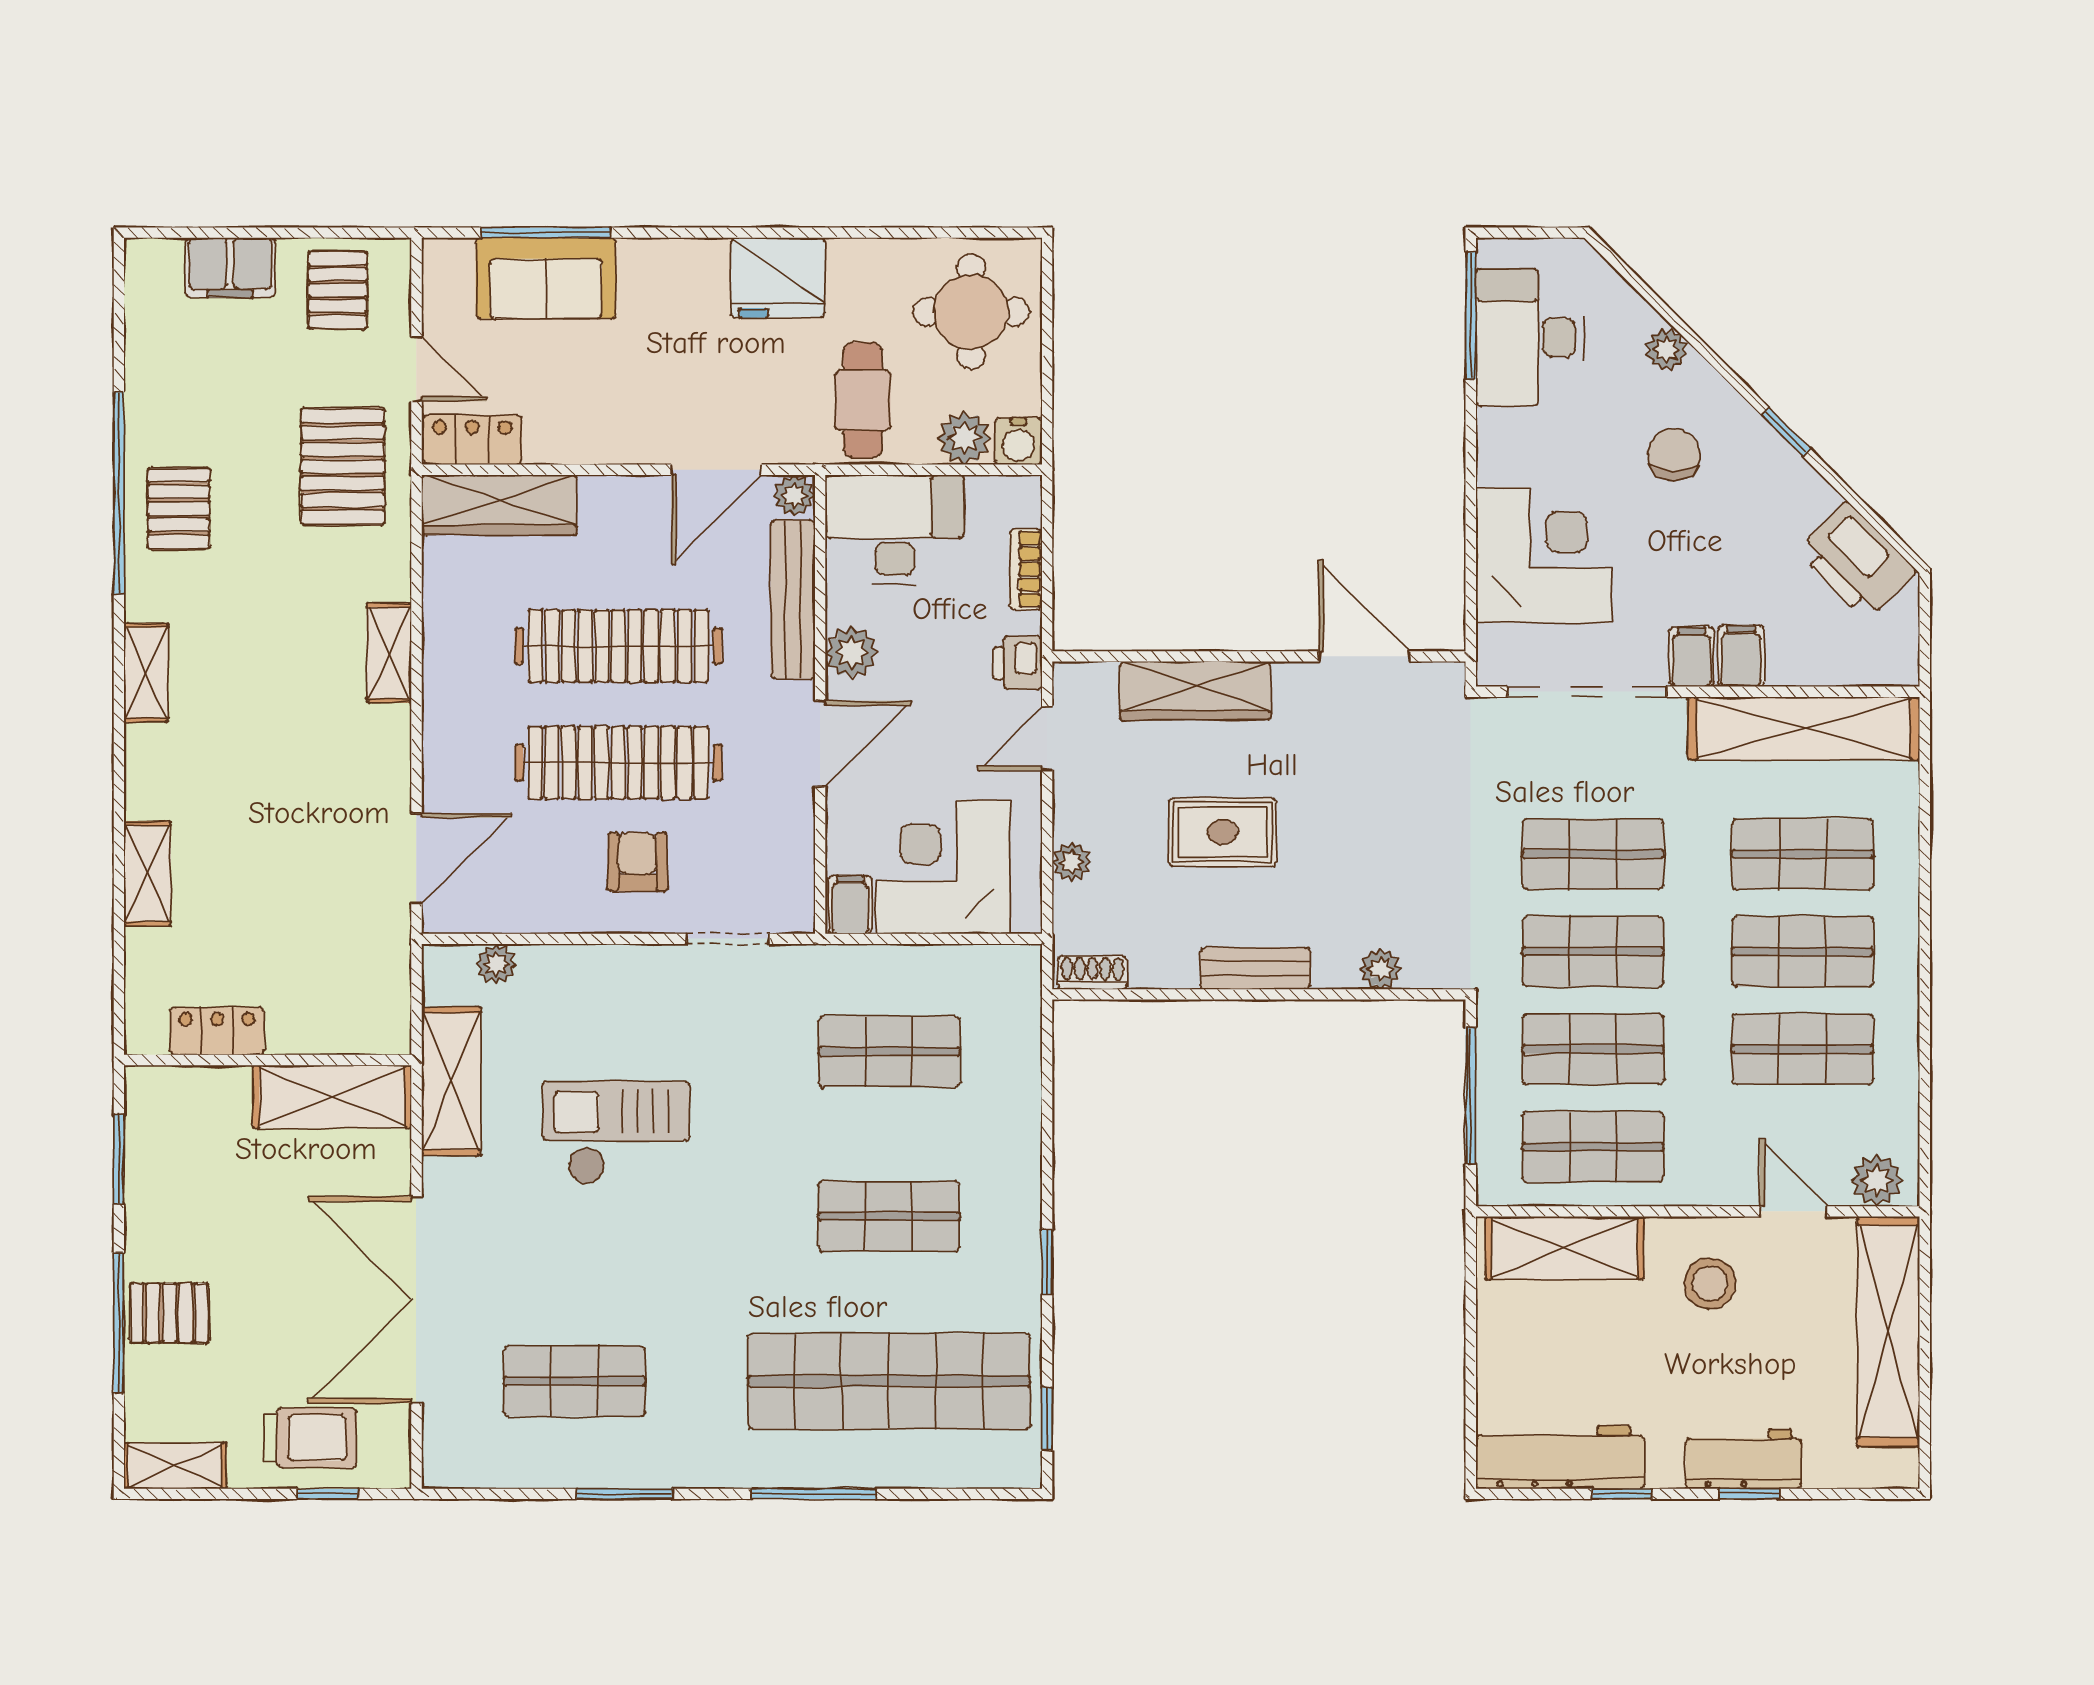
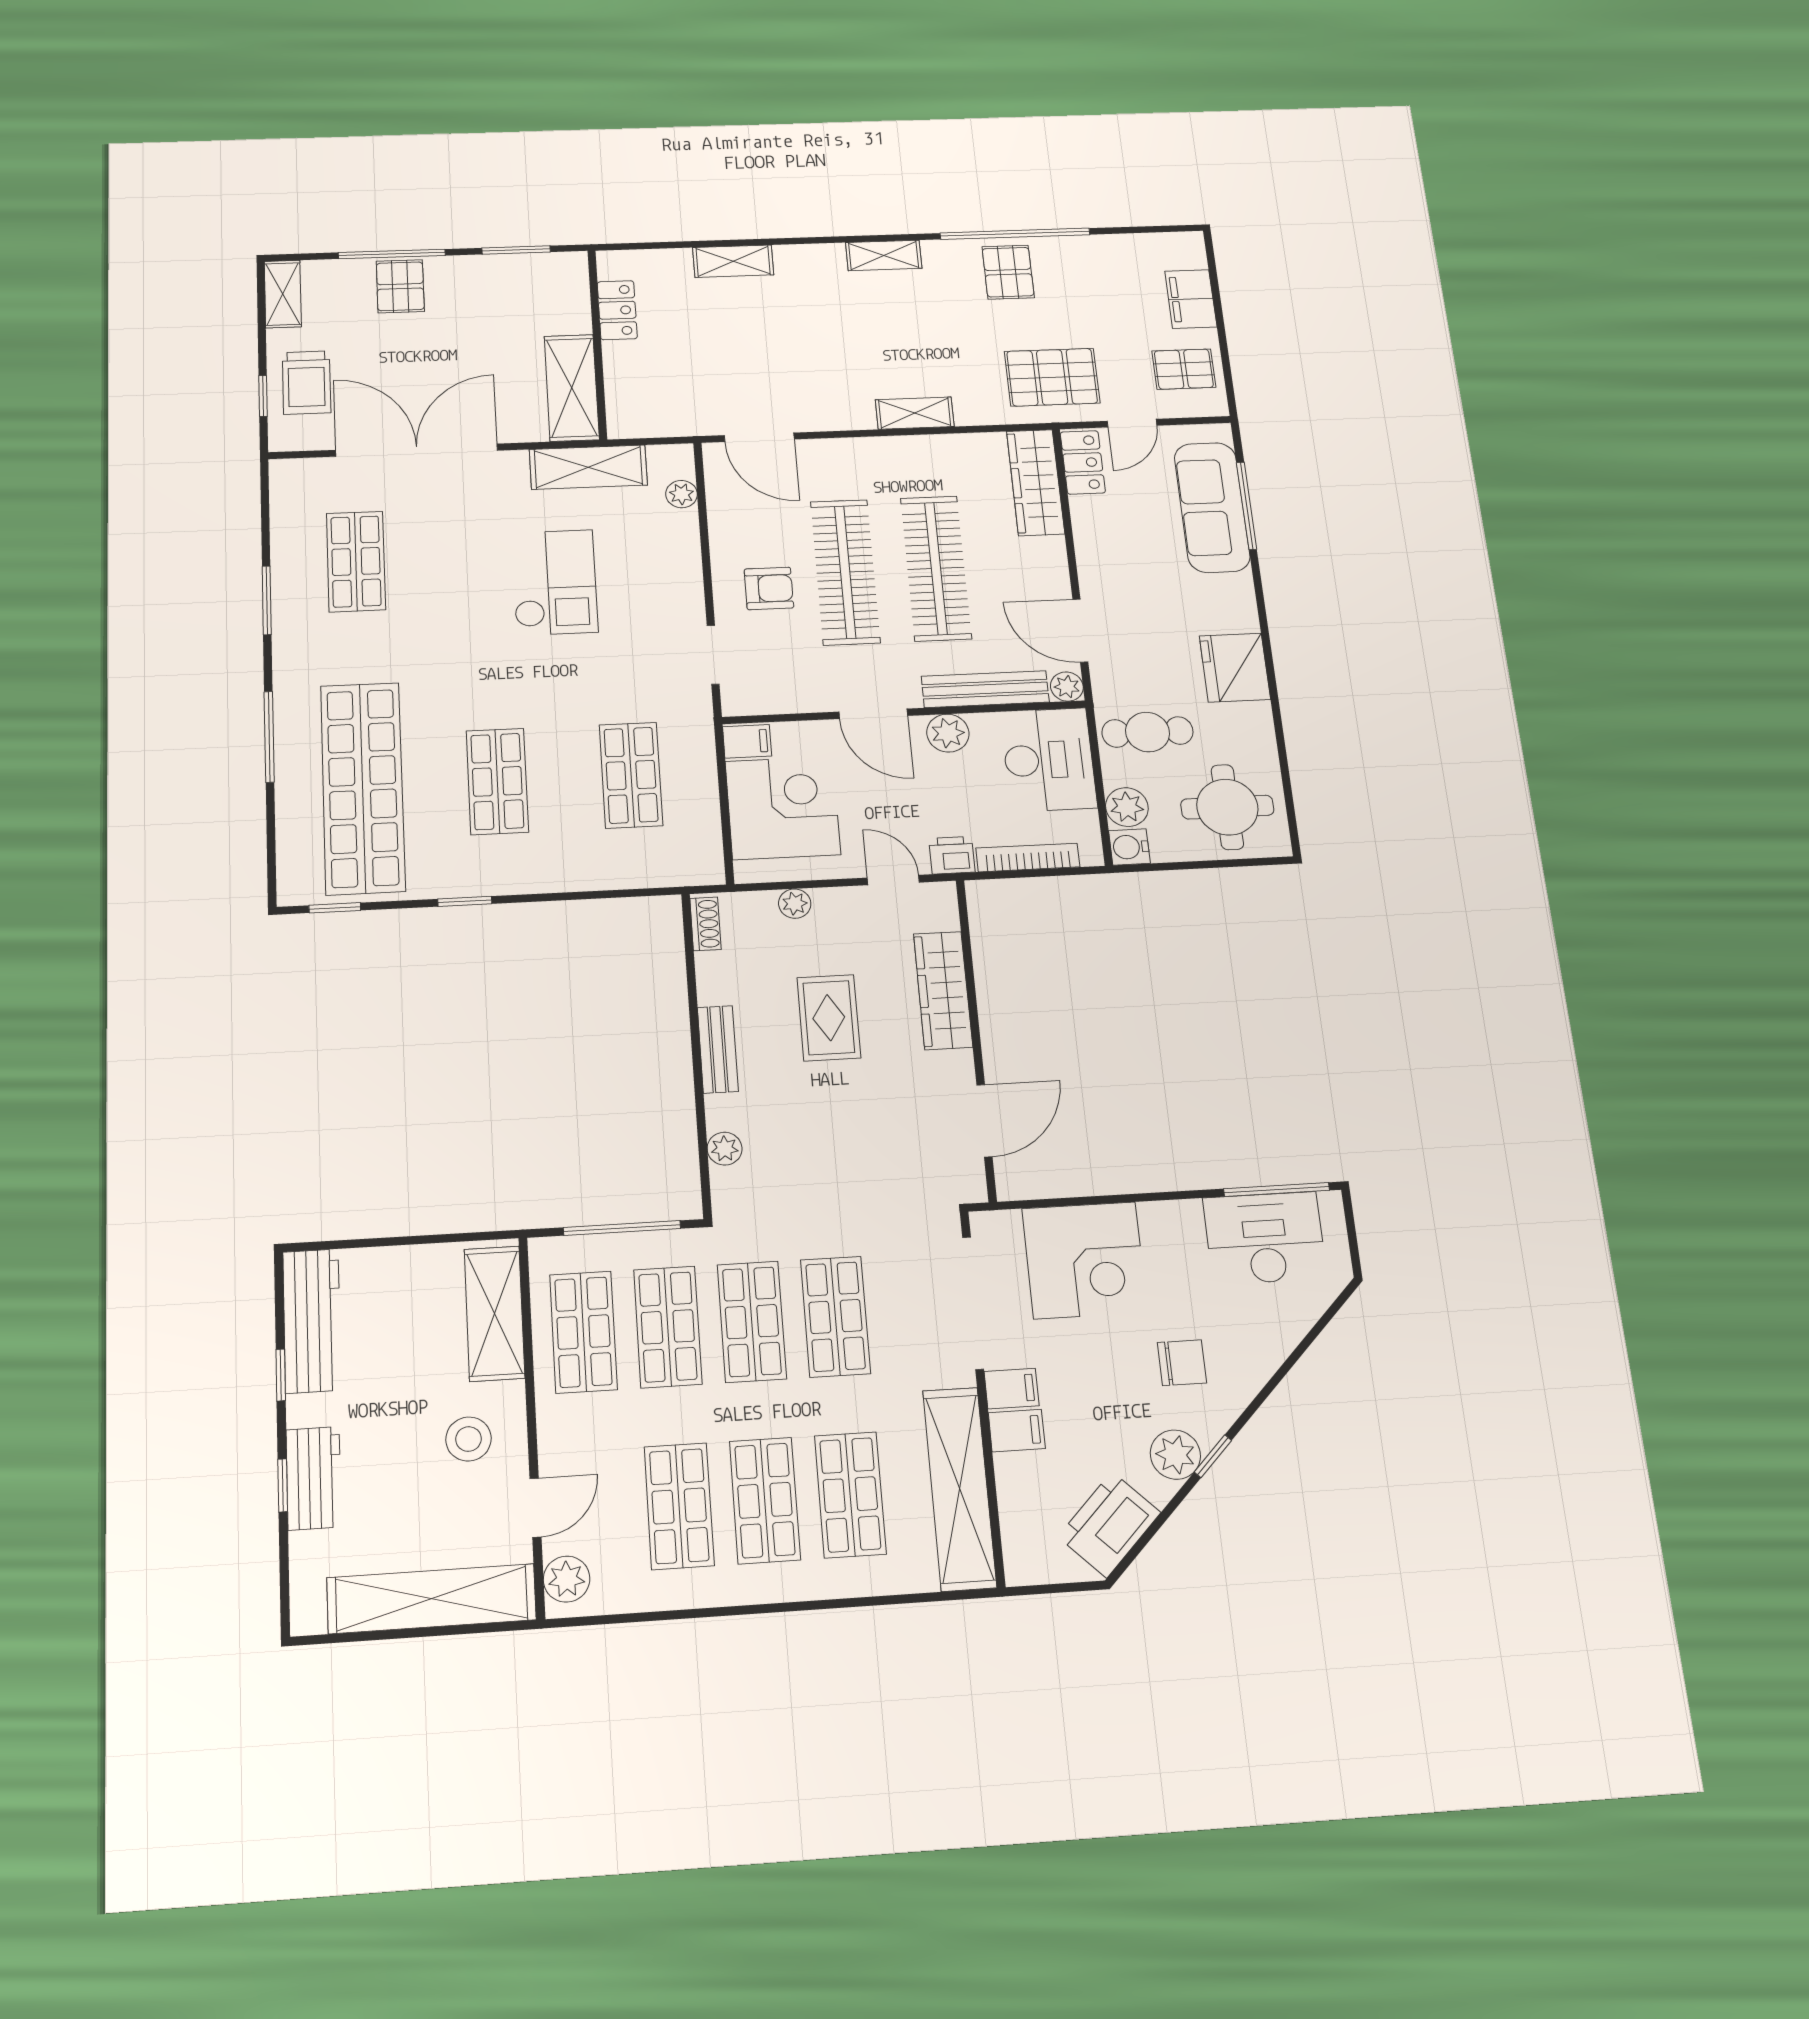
sofa: (546, 278) -> (1212, 507), width x1.36
plant: (1667, 349) -> (1175, 1455), moved, width x1.38, depth x1.38
pallet: (179, 508) -> (1008, 272), turned 90
bookcase: (1026, 569) -> (1028, 857), width x1.56

